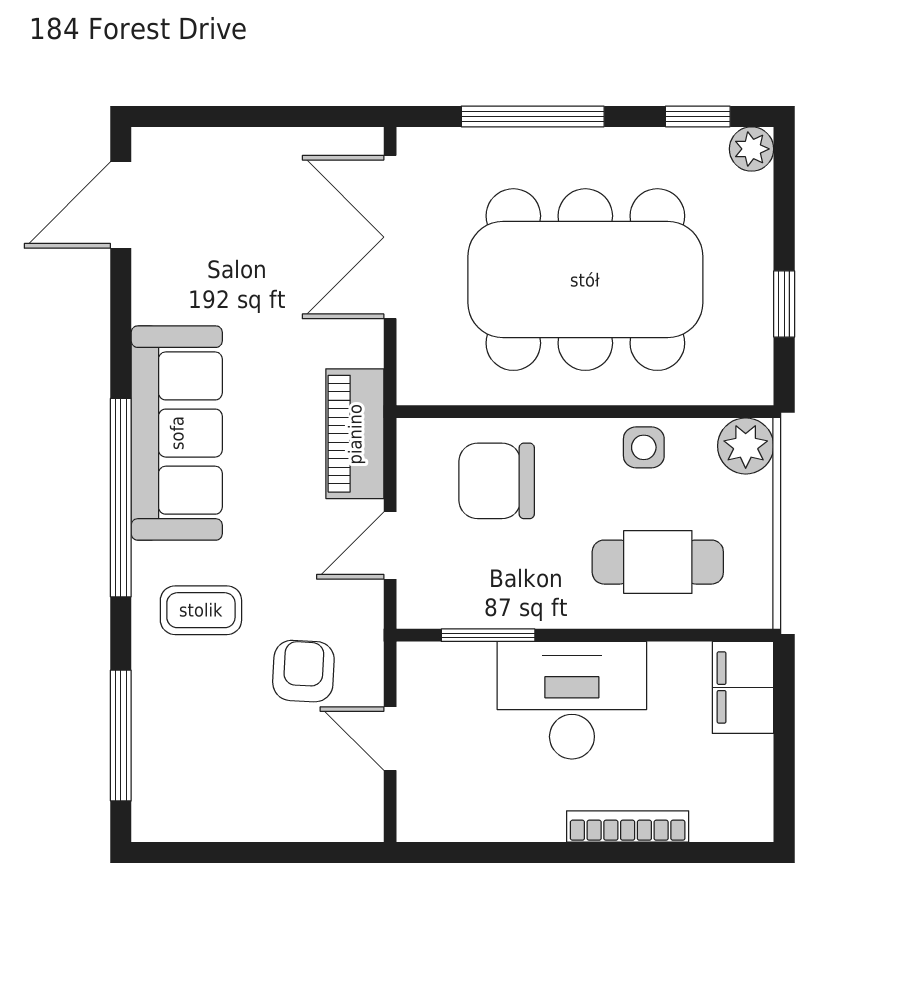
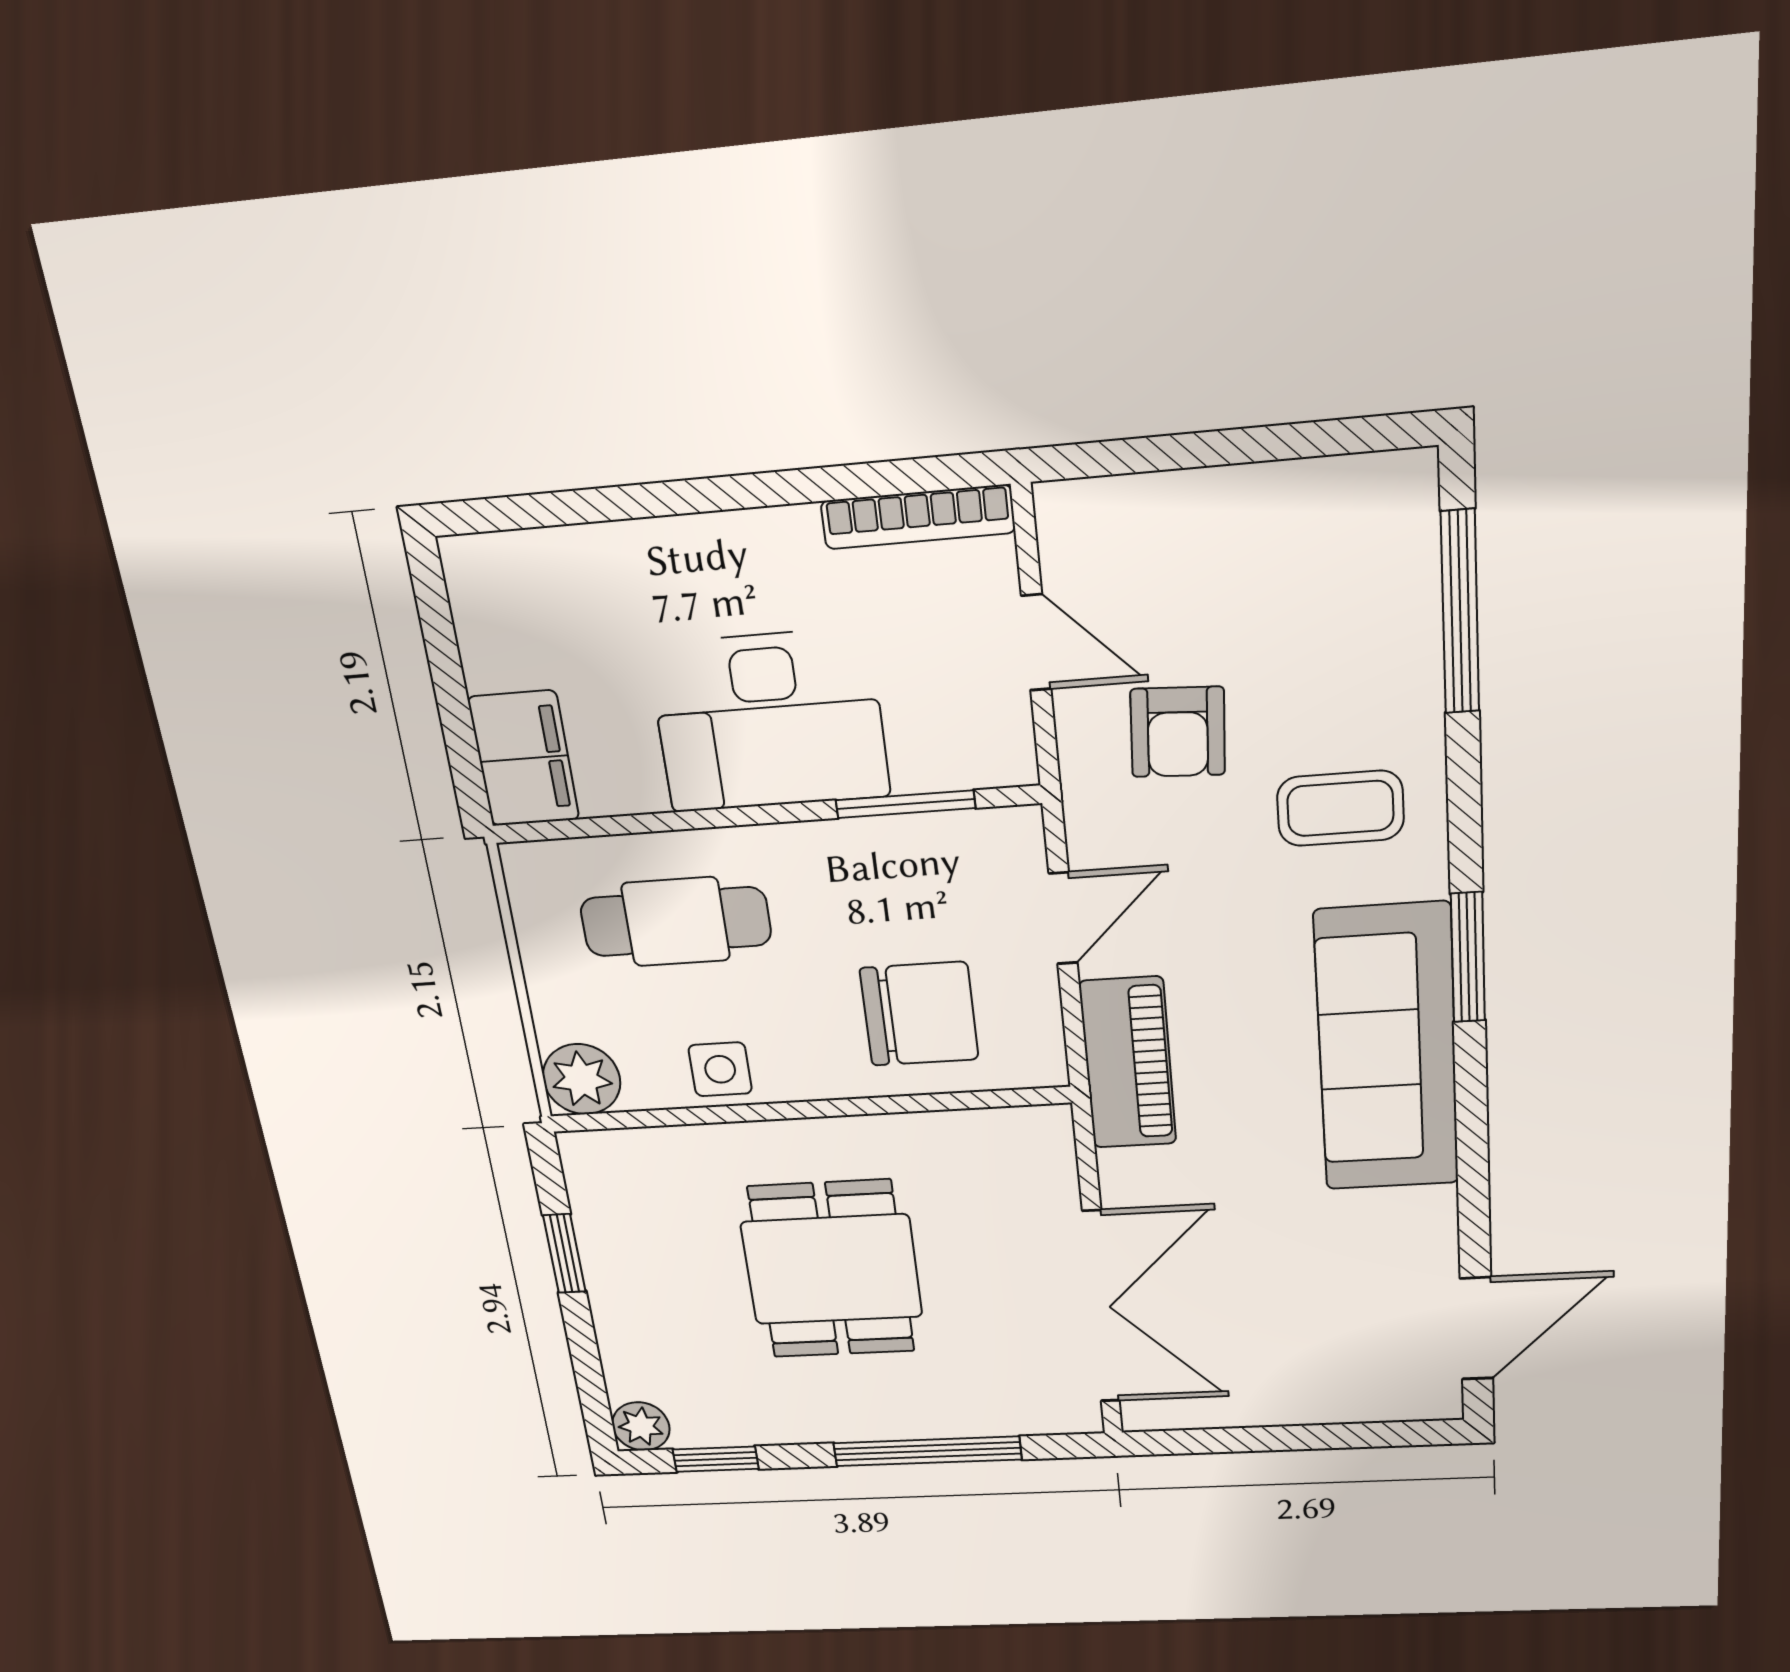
dining table: (585, 280) -> (832, 1269), width x0.53, depth x0.80
window: (121, 498) -> (1468, 957), width x0.47
bookcase: (628, 826) -> (918, 517), moved

